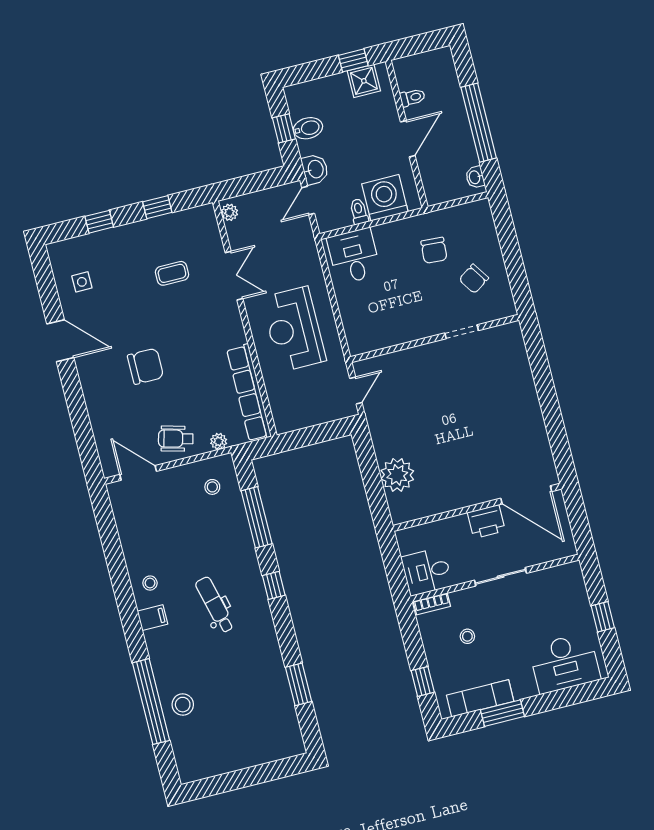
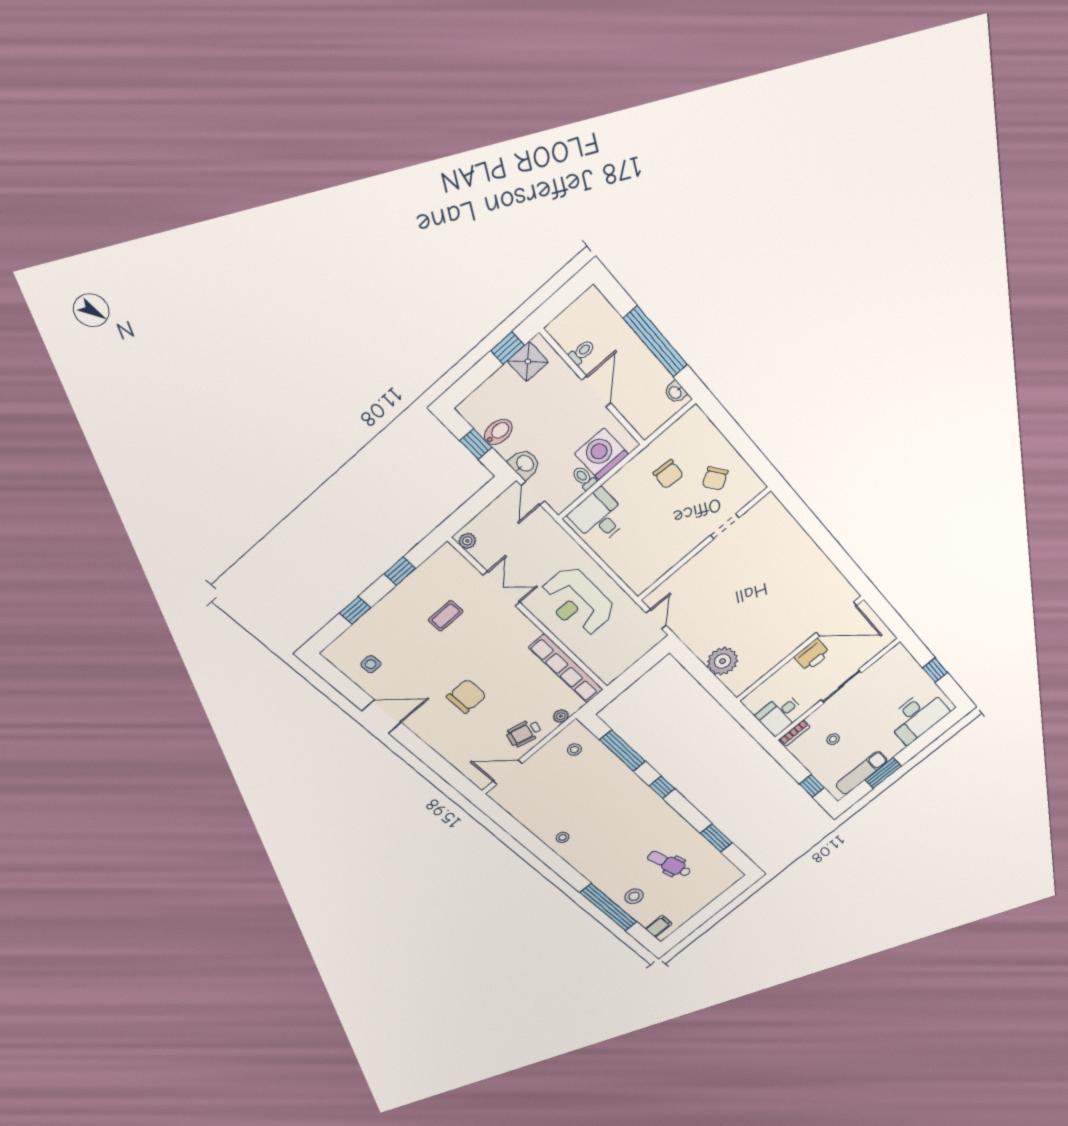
dental chair: (215, 605) -> (669, 864), moved
filing cabinet: (152, 618) -> (659, 926), moved

